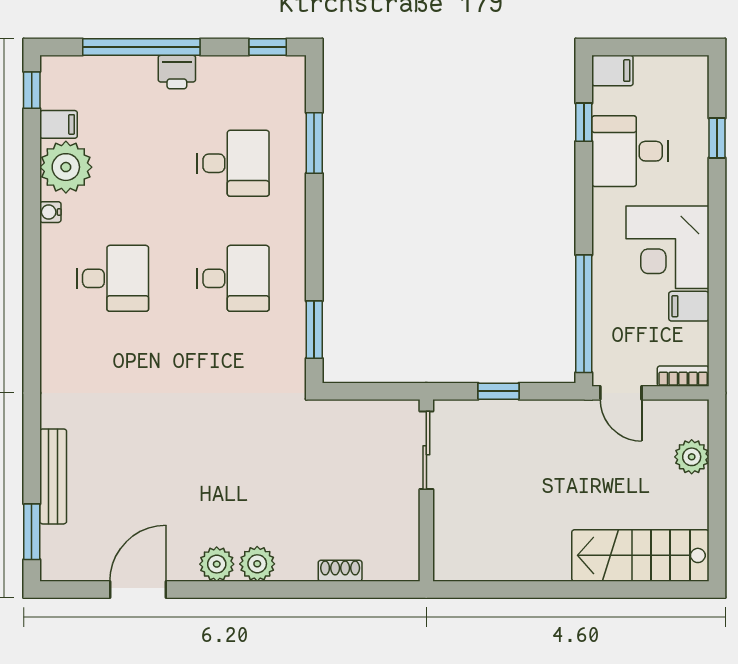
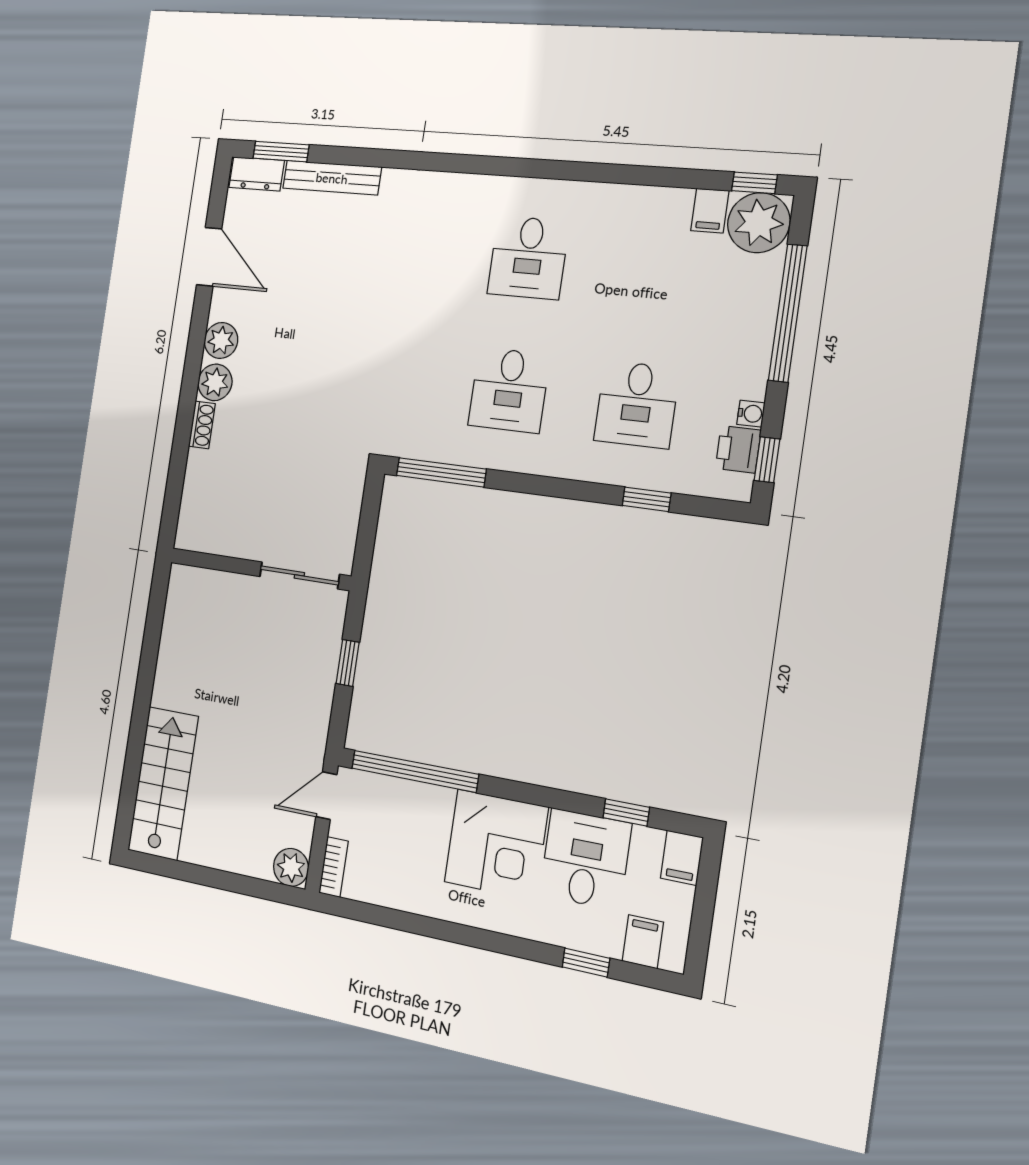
printer: (177, 72) -> (738, 449), moved
window: (314, 143) -> (647, 499), width x0.67
plant: (66, 167) -> (759, 223), moved
water cooler: (50, 212) -> (751, 414), moved, turned 90
corner desk: (667, 247) -> (496, 845), moved, turned 180
filing cabinet: (689, 306) -> (643, 942), moved
window: (314, 330) -> (441, 472), width x1.44
plant: (692, 457) -> (291, 867), moved
dresser: (55, 553) -> (257, 174), added
shoe rack: (340, 571) -> (202, 425), moved

